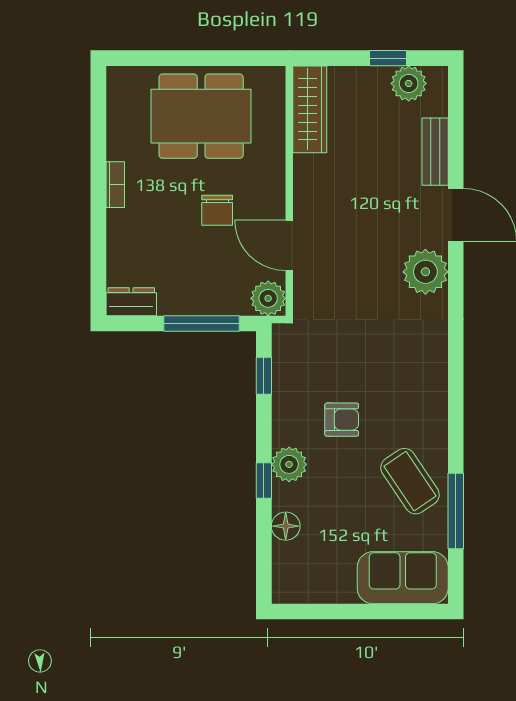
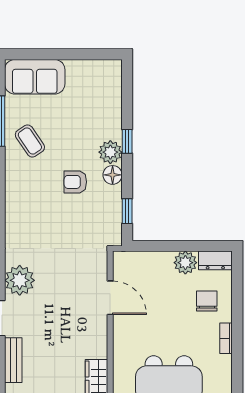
chair: (217, 210) -> (207, 301), moved
plant: (268, 298) -> (185, 263), moved
window: (202, 323) -> (169, 246), removed
coffee table: (410, 481) -> (30, 141), width x0.73, depth x0.77
floor lamp: (286, 526) -> (113, 175), moved

